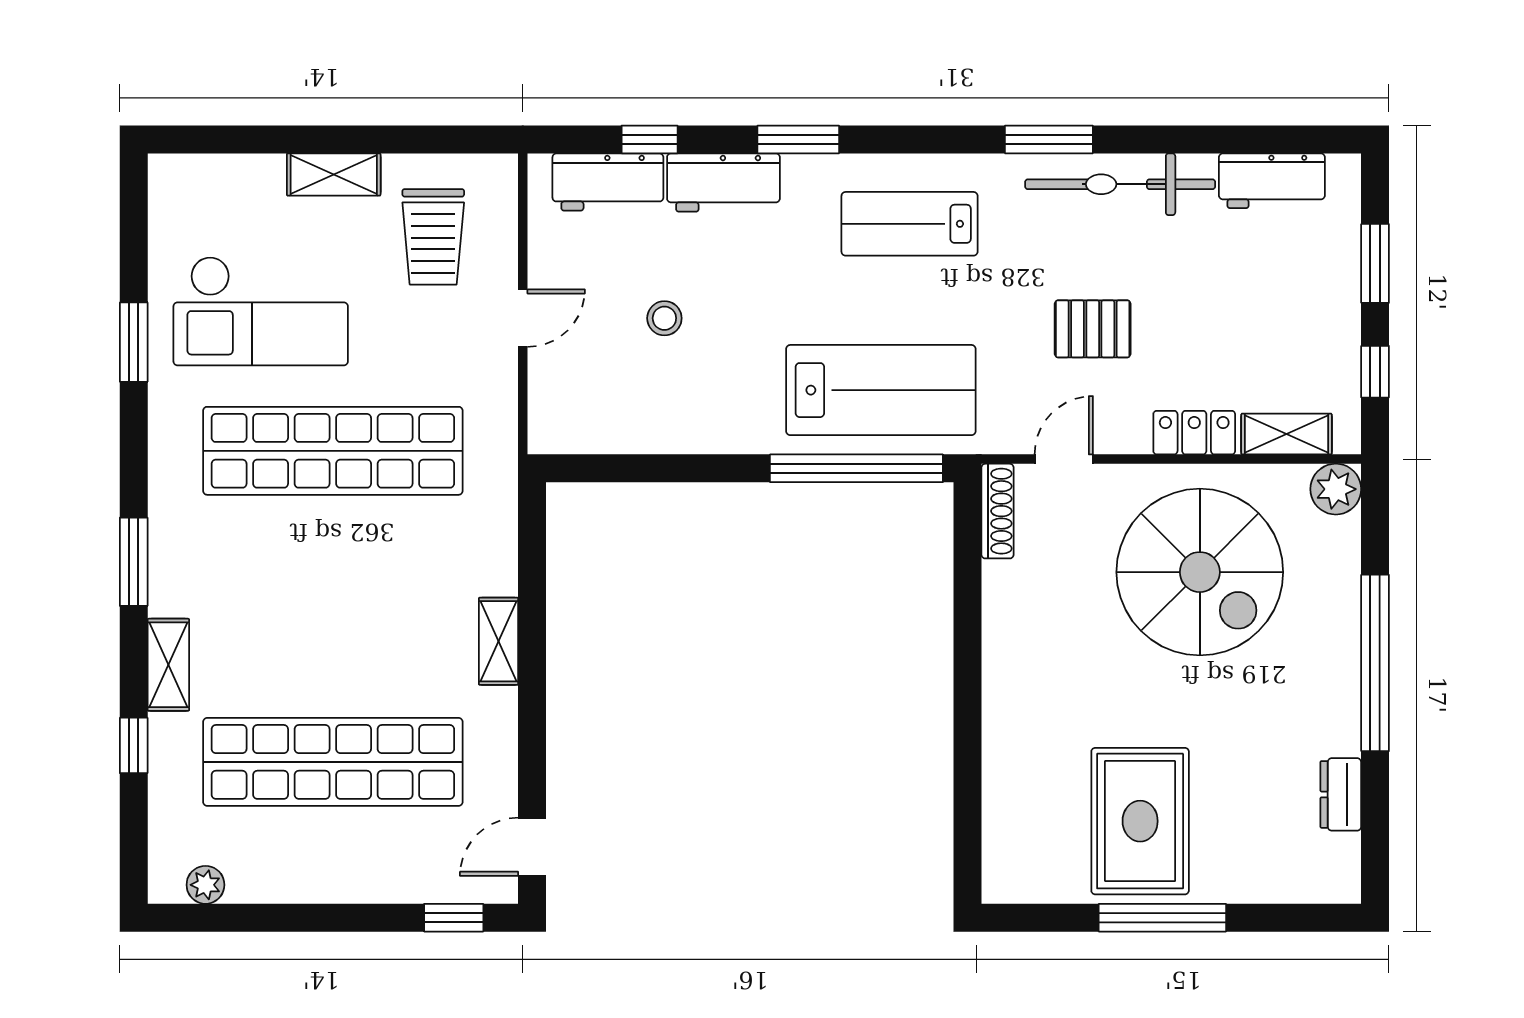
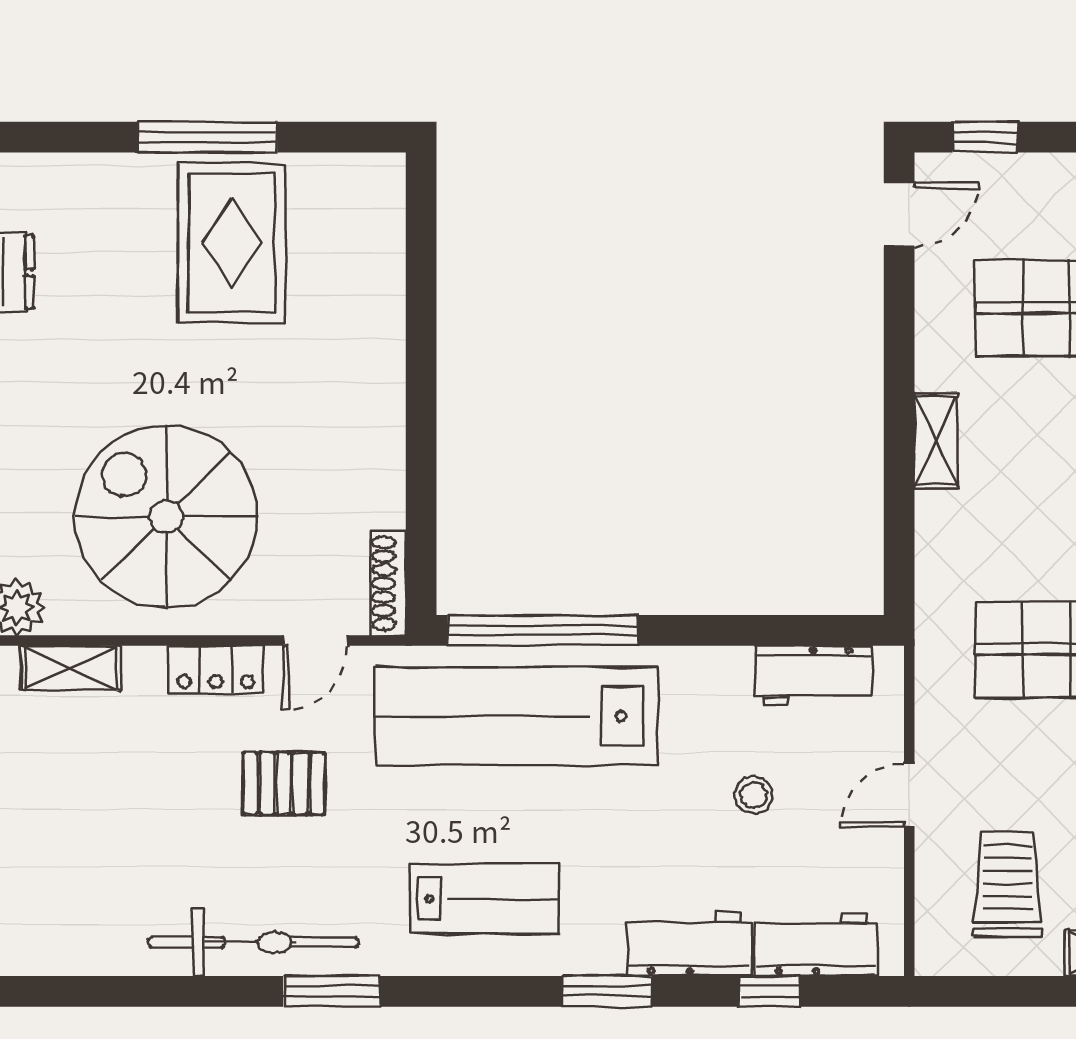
workbench: (1272, 181) -> (813, 676), moved, turned 180
lab bench: (881, 390) -> (516, 716), width x1.36
locker: (1194, 433) -> (216, 670), moved

